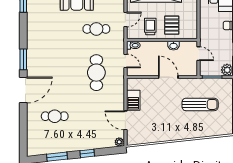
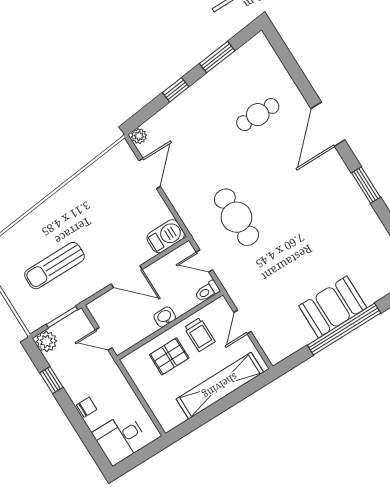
pallet: (172, 25) -> (169, 356), turned 90
cafe table: (96, 29) -> (277, 281), removed
washbasin: (173, 46) -> (165, 317), moved
window: (23, 59) -> (366, 185), moved
barbecue: (133, 100) -> (166, 236), moved, turned 90
door: (125, 120) -> (150, 174), hinge flipped

